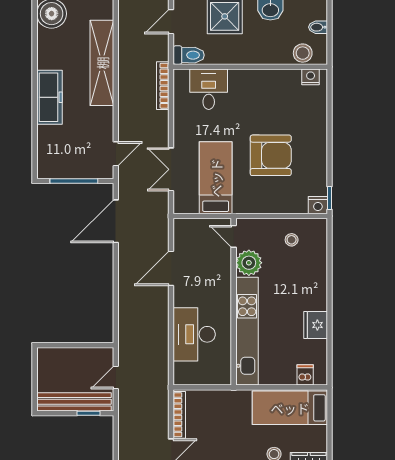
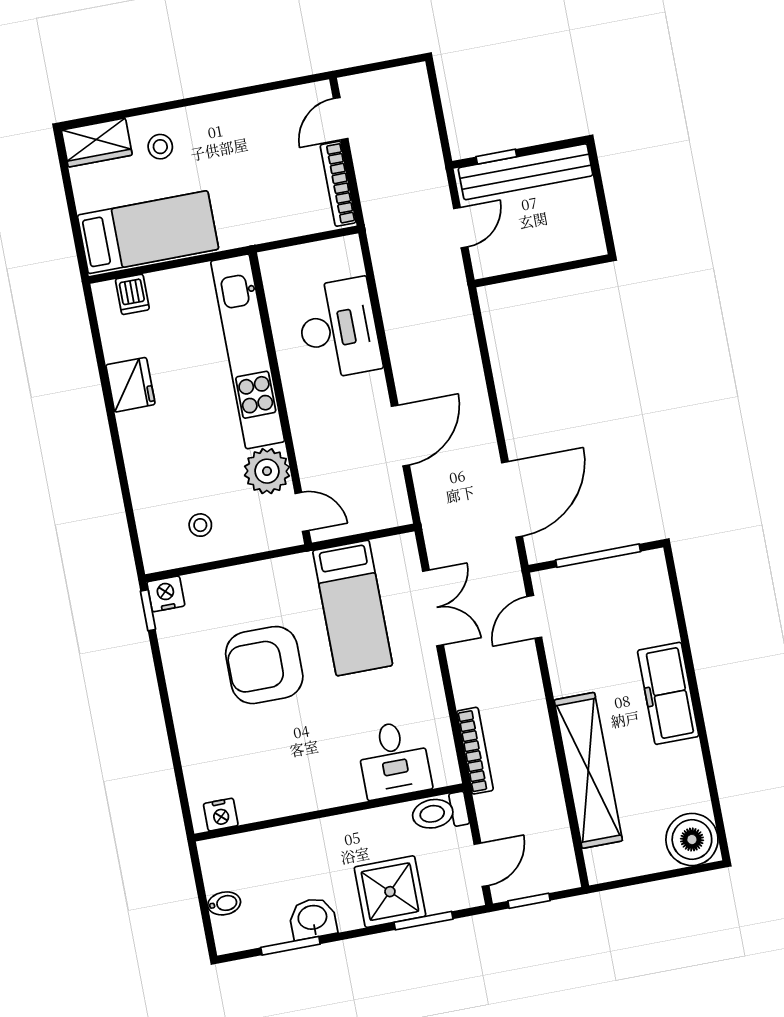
stool: (303, 53) -> (242, 853), removed

